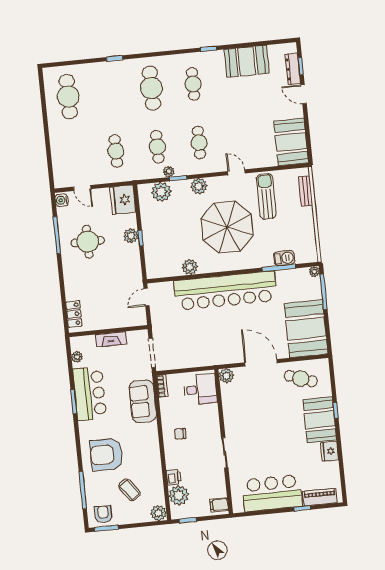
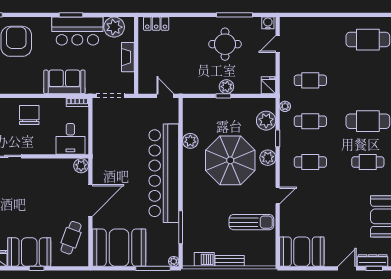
plant: (169, 172) -> (285, 106), moved
bench: (306, 191) -> (230, 261), moved
fridge: (123, 200) -> (269, 85), width x0.53, depth x0.75
parasol: (227, 227) -> (230, 160), moved
barbecue: (284, 258) -> (204, 259), moved, turned -90
plant: (77, 357) -> (114, 27), width x1.87, depth x1.87
chair: (180, 434) -> (29, 115), width x1.87, depth x1.87

